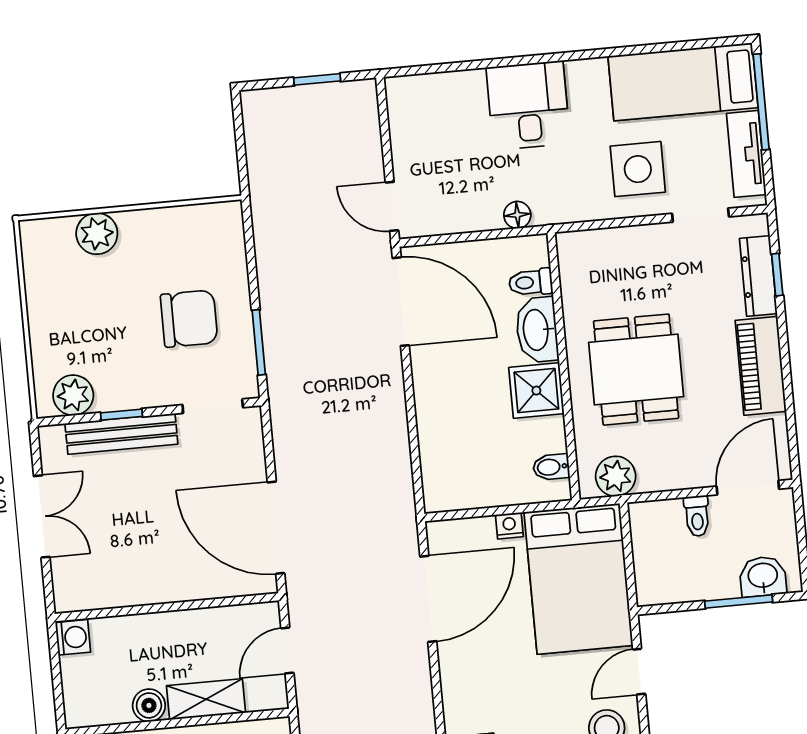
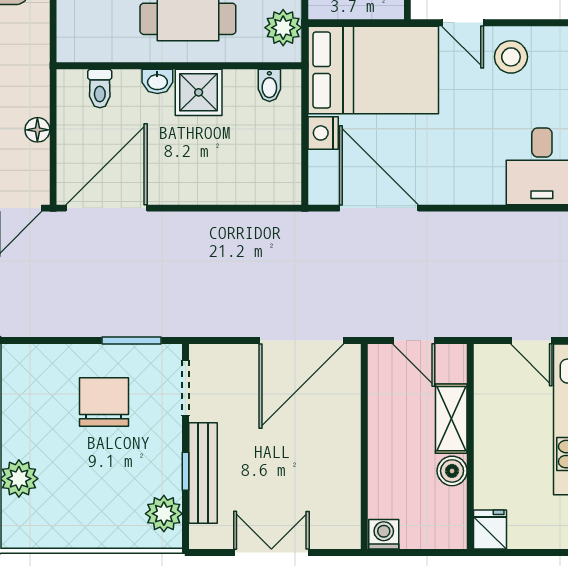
floor lamp: (517, 215) -> (37, 130), moved
washbasin: (537, 330) -> (157, 81), width x0.52, depth x0.69
nightstand: (509, 526) -> (323, 133), width x1.39, depth x1.35

